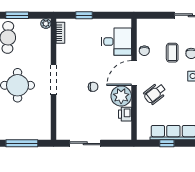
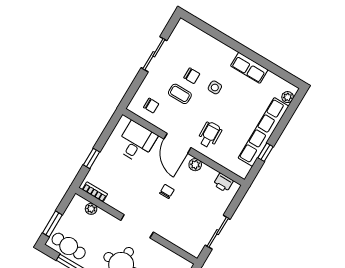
plant: (46, 24) -> (91, 209), moved
chair: (144, 51) -> (151, 106), moved
wheelchair: (155, 93) -> (210, 135), turned -144
plant: (121, 96) -> (195, 165), width x0.53, depth x0.53
printer: (125, 114) -> (223, 183), moved

